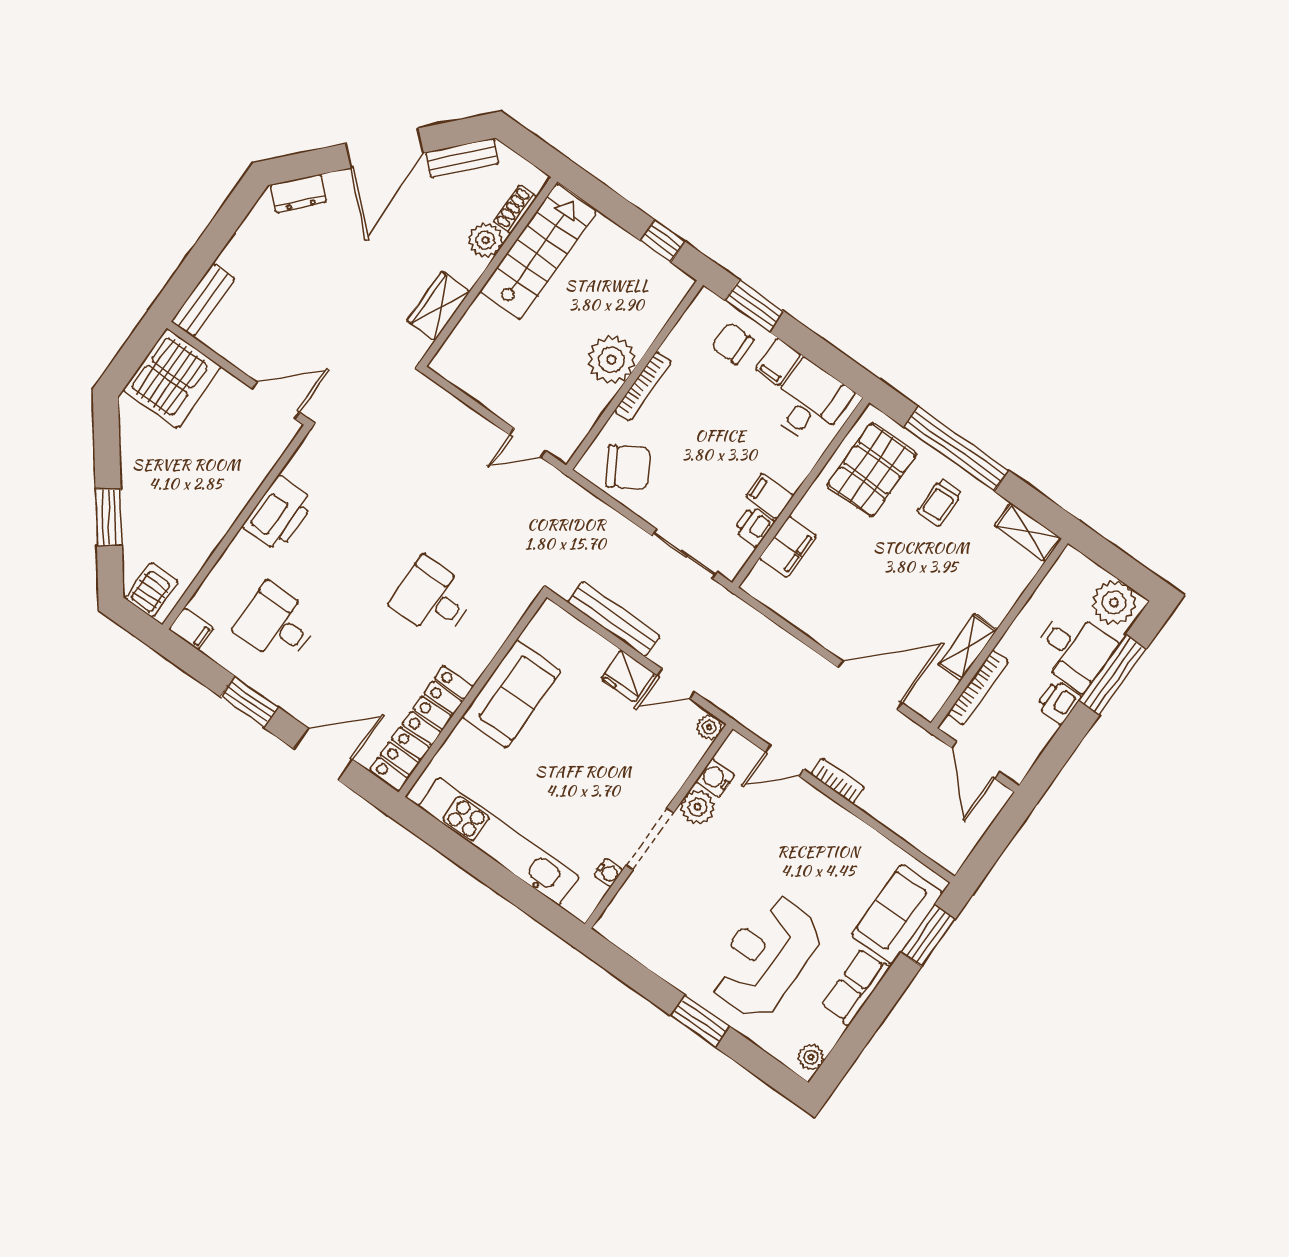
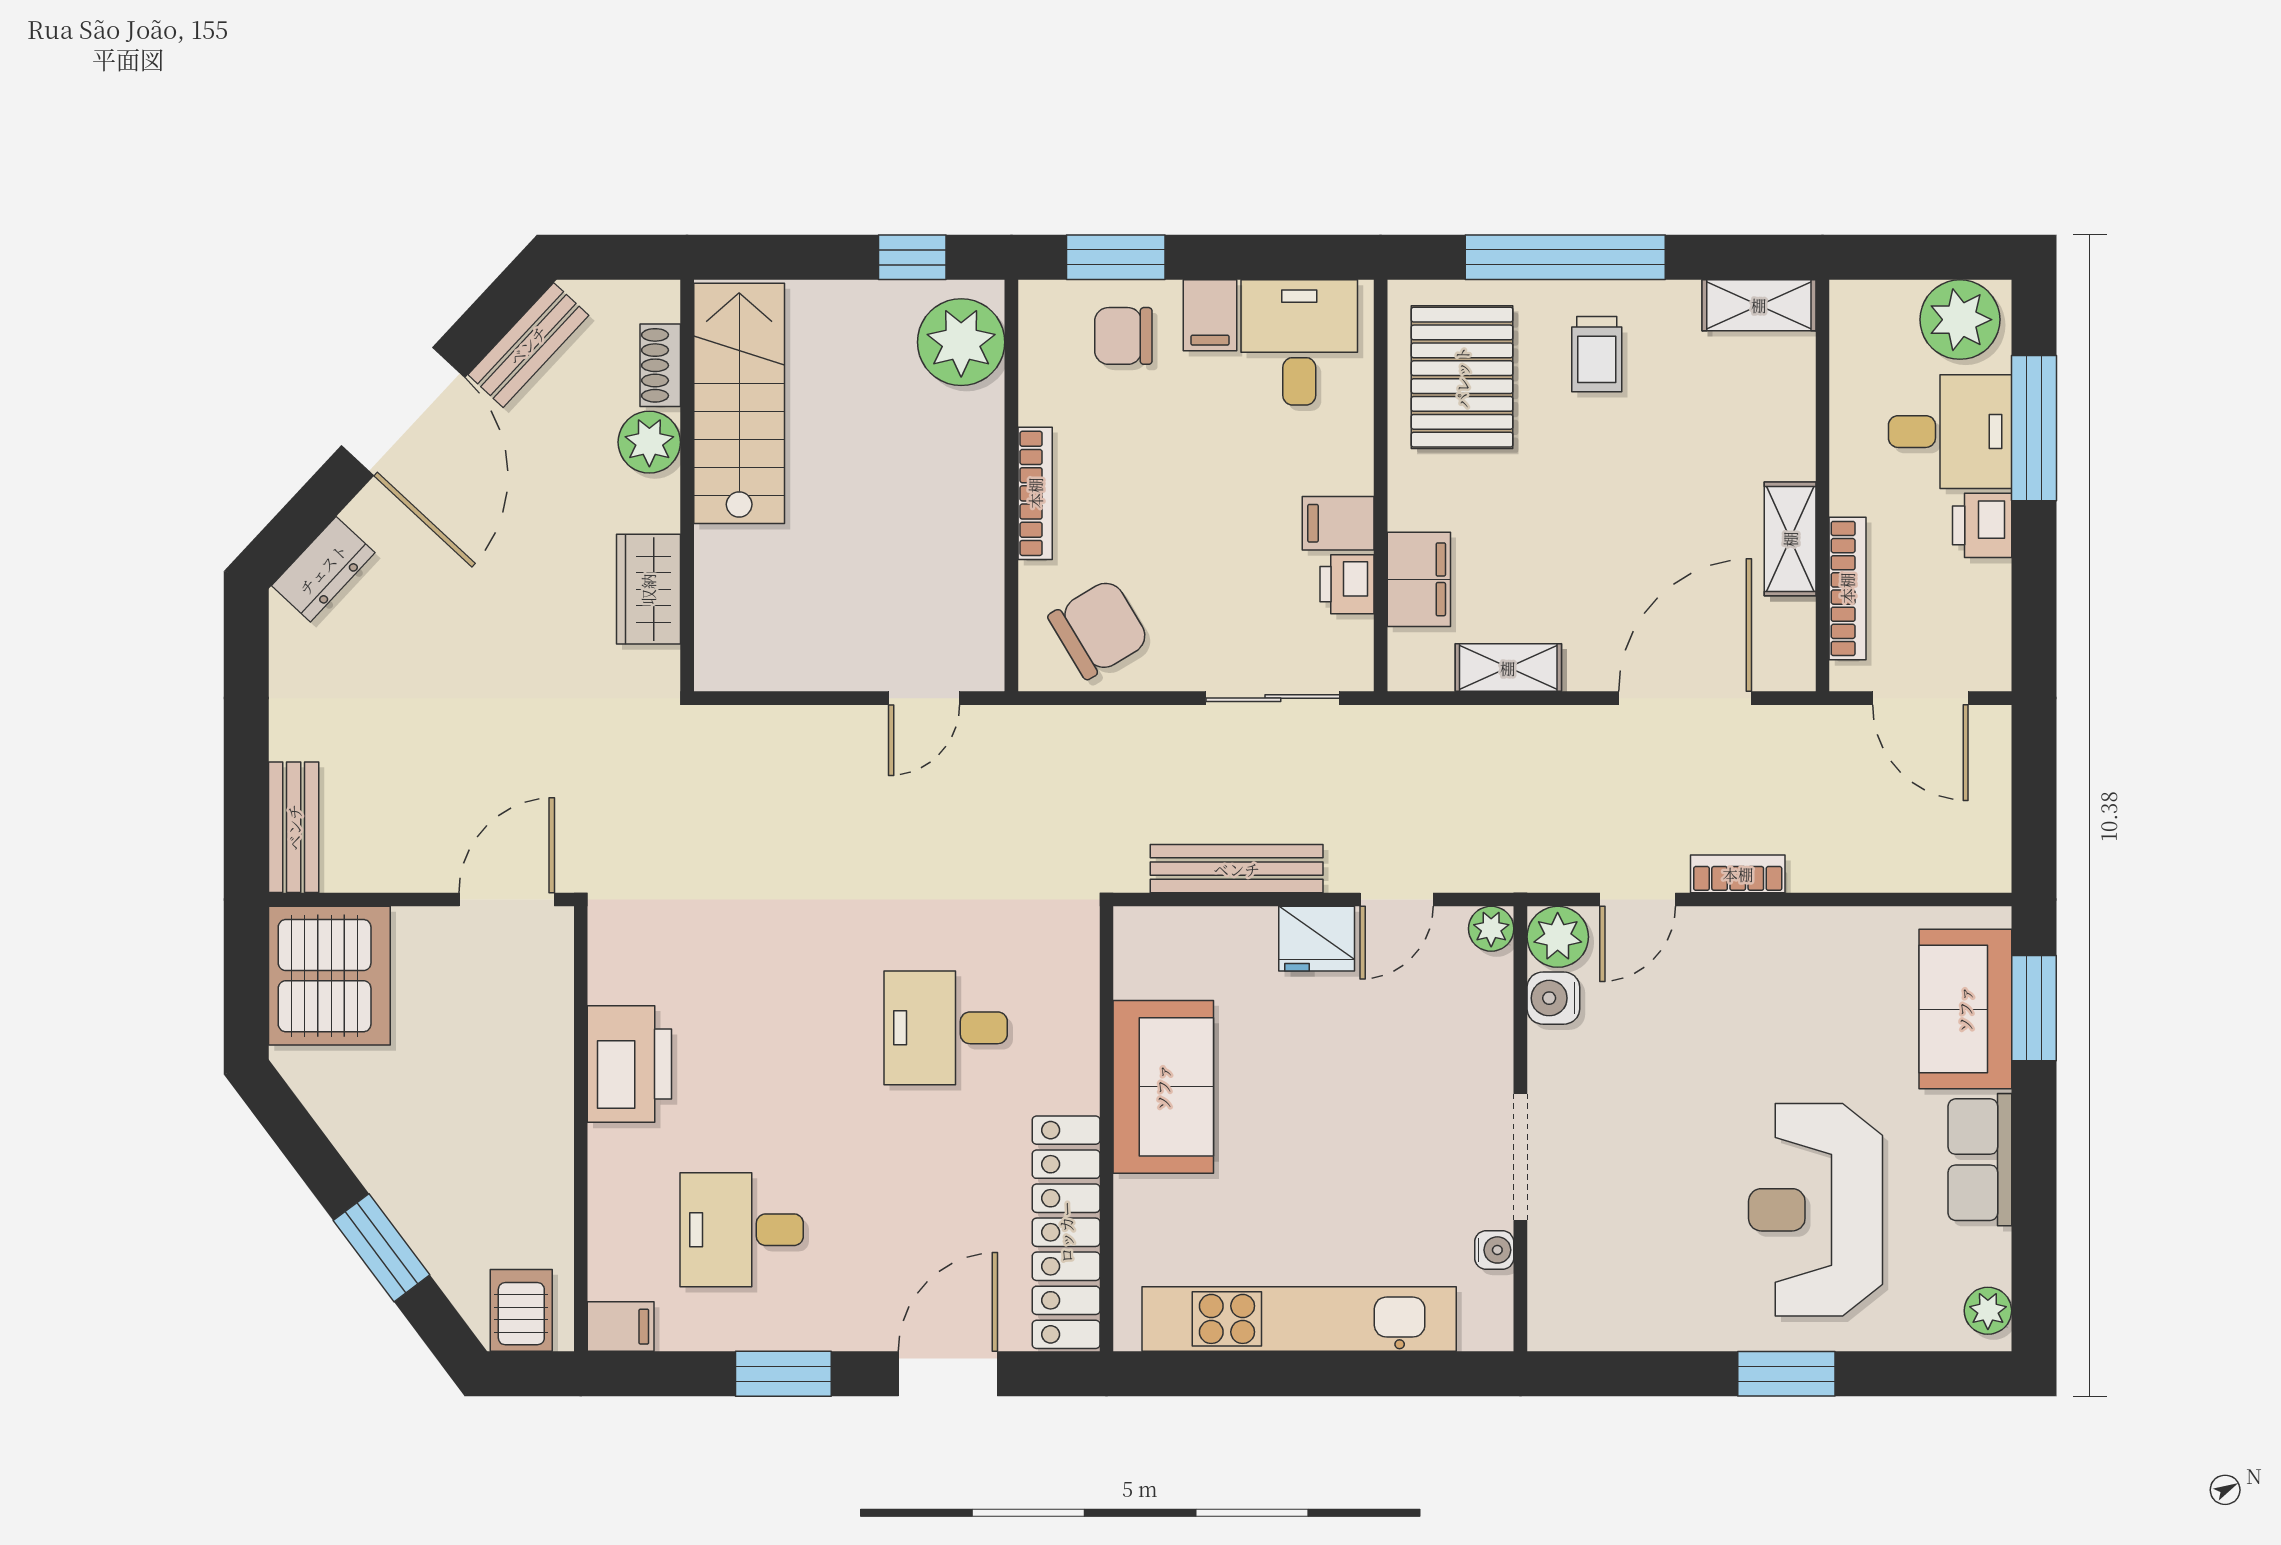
plant: (612, 360) -> (961, 342), moved
shelving: (800, 615) -> (1508, 668), added
plant: (698, 807) -> (1558, 937), moved

